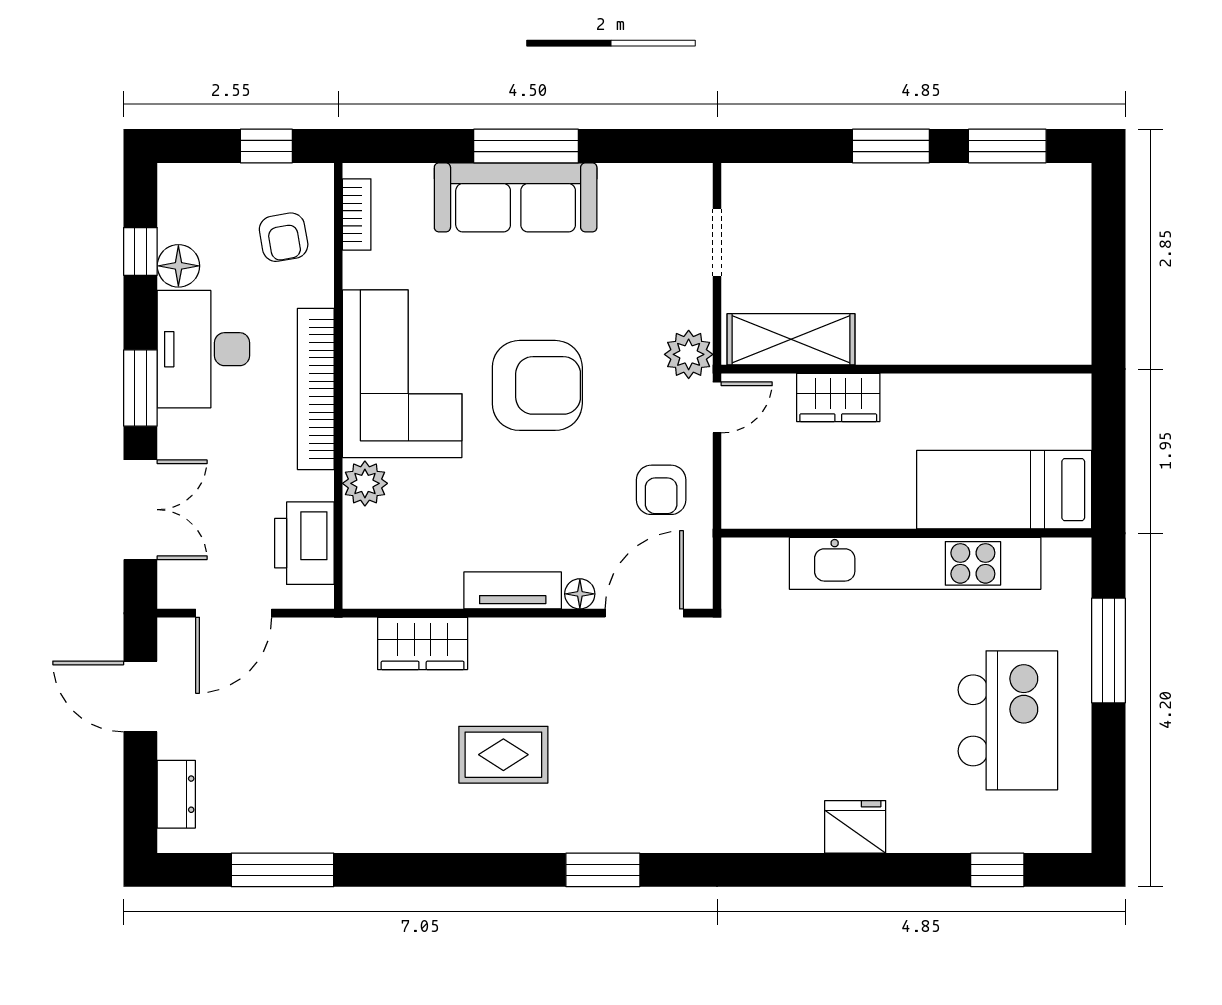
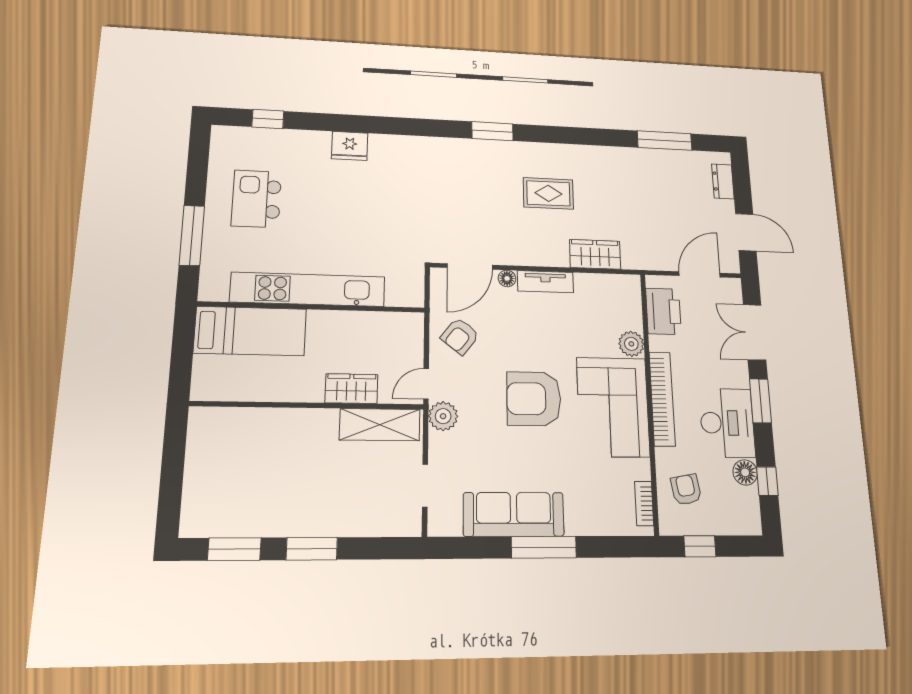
sofa: (516, 197) -> (514, 514), moved
armchair: (661, 490) -> (460, 336), turned -142
kitchen island: (1008, 720) -> (256, 199), width x0.73, depth x0.78

